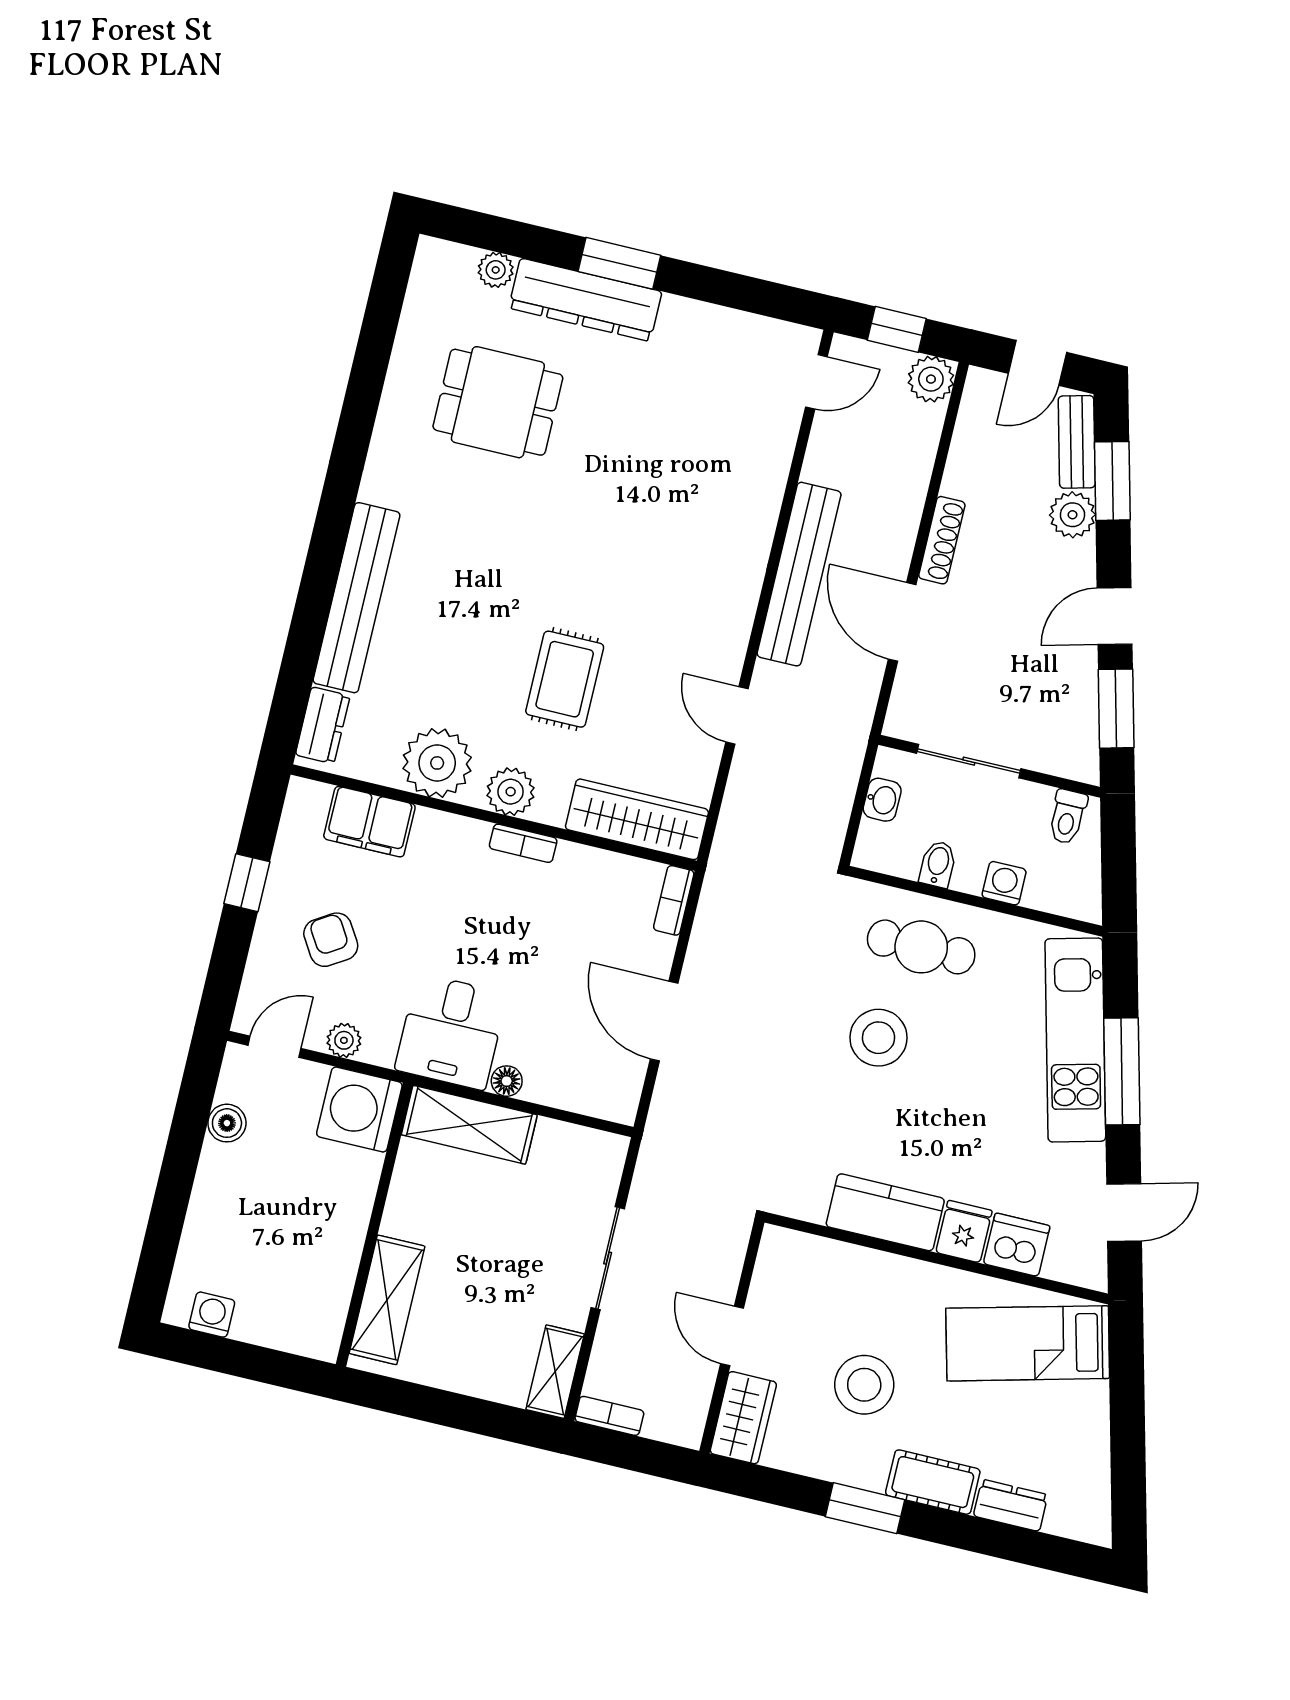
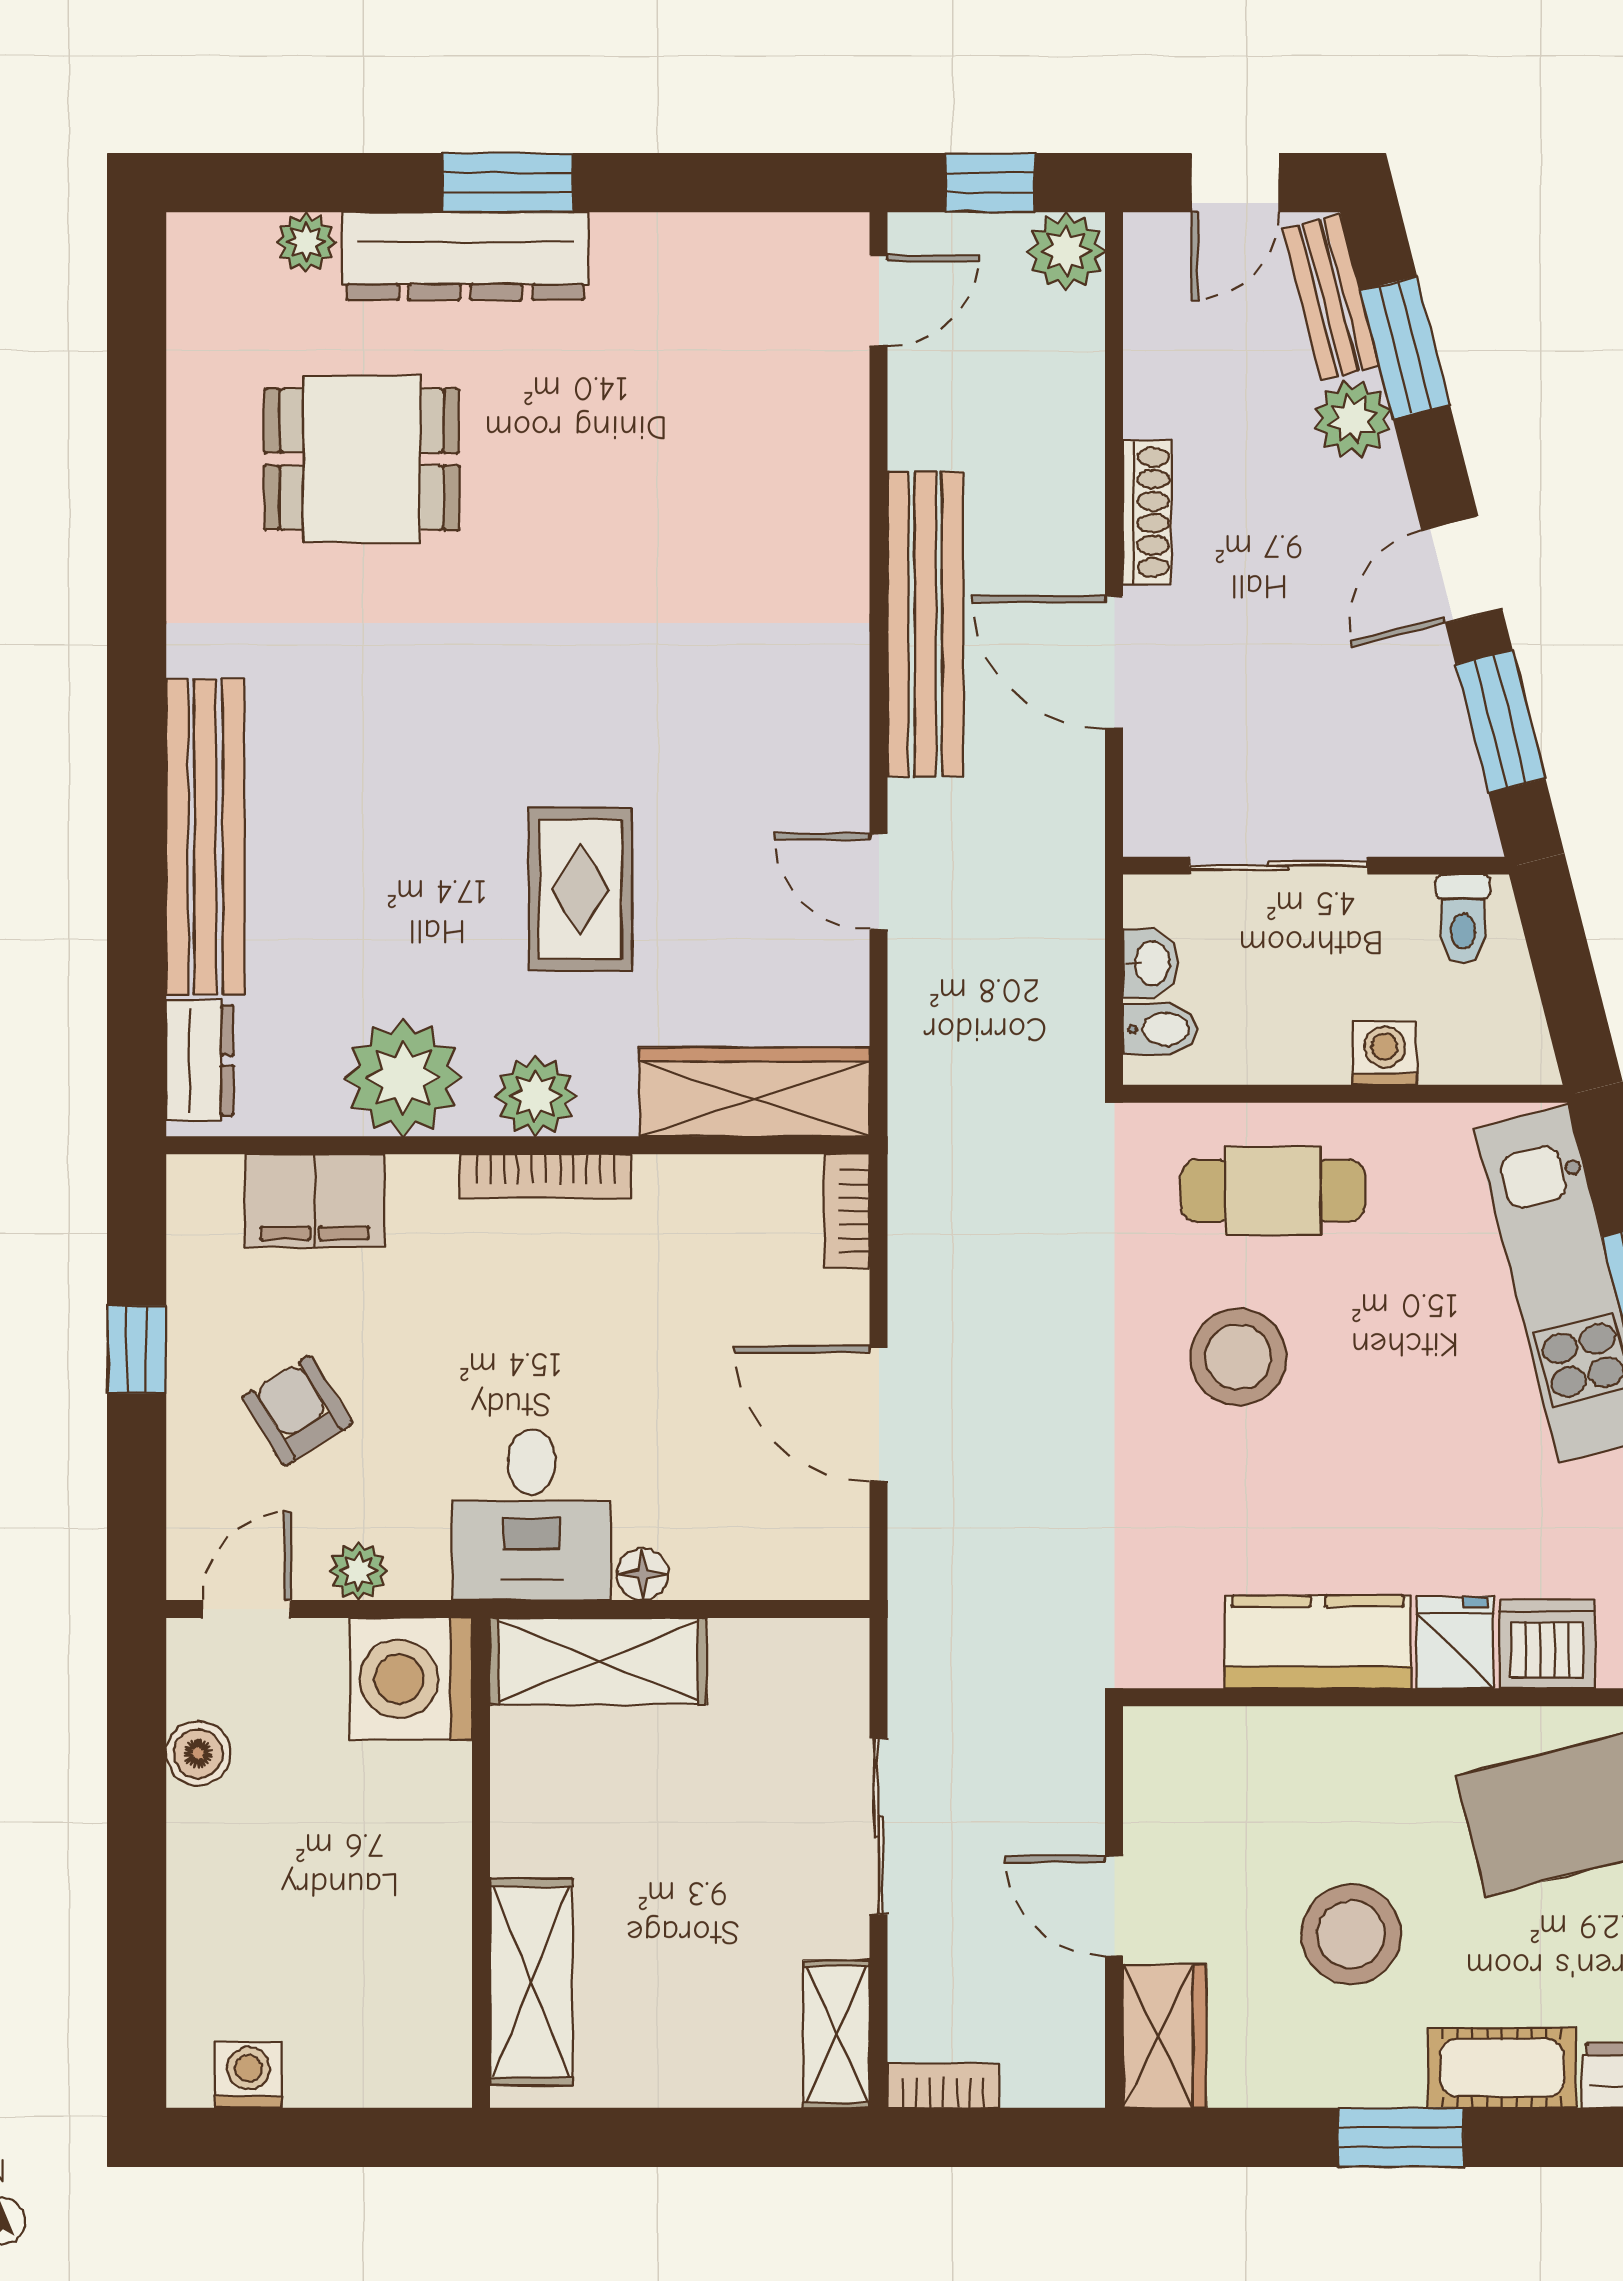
bookcase: (523, 843) -> (546, 1176), width x1.56
bidet: (938, 864) -> (1160, 1029), moved, turned 90

